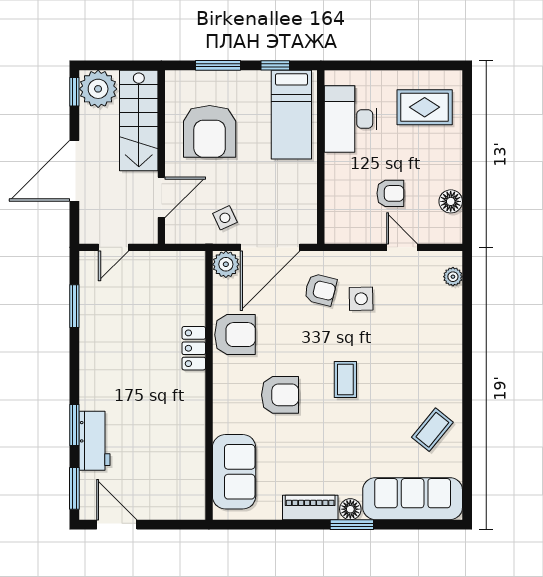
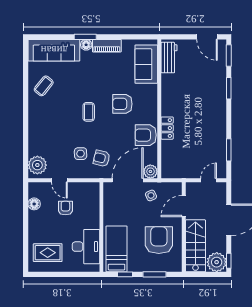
armchair: (390, 193) -> (65, 208), turned 90
plant: (453, 277) -> (37, 165), width x1.88, depth x1.88
workbench: (95, 441) -> (169, 58), moved, turned 180

